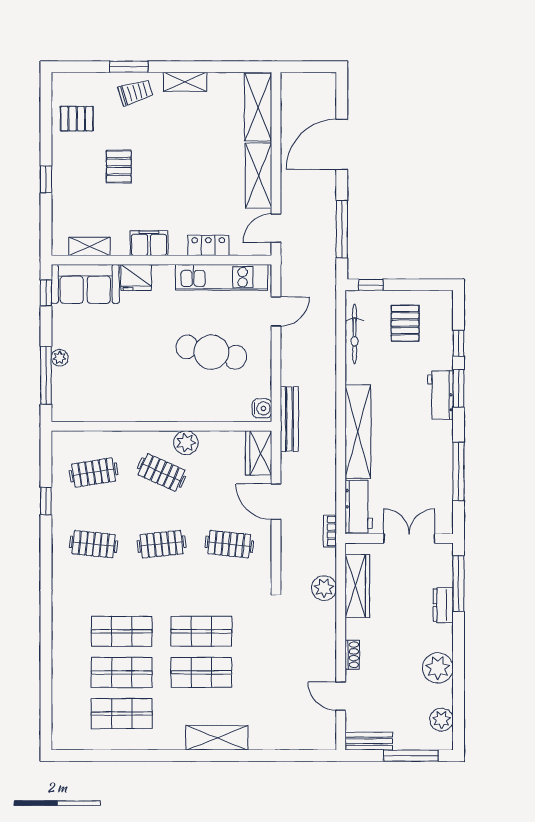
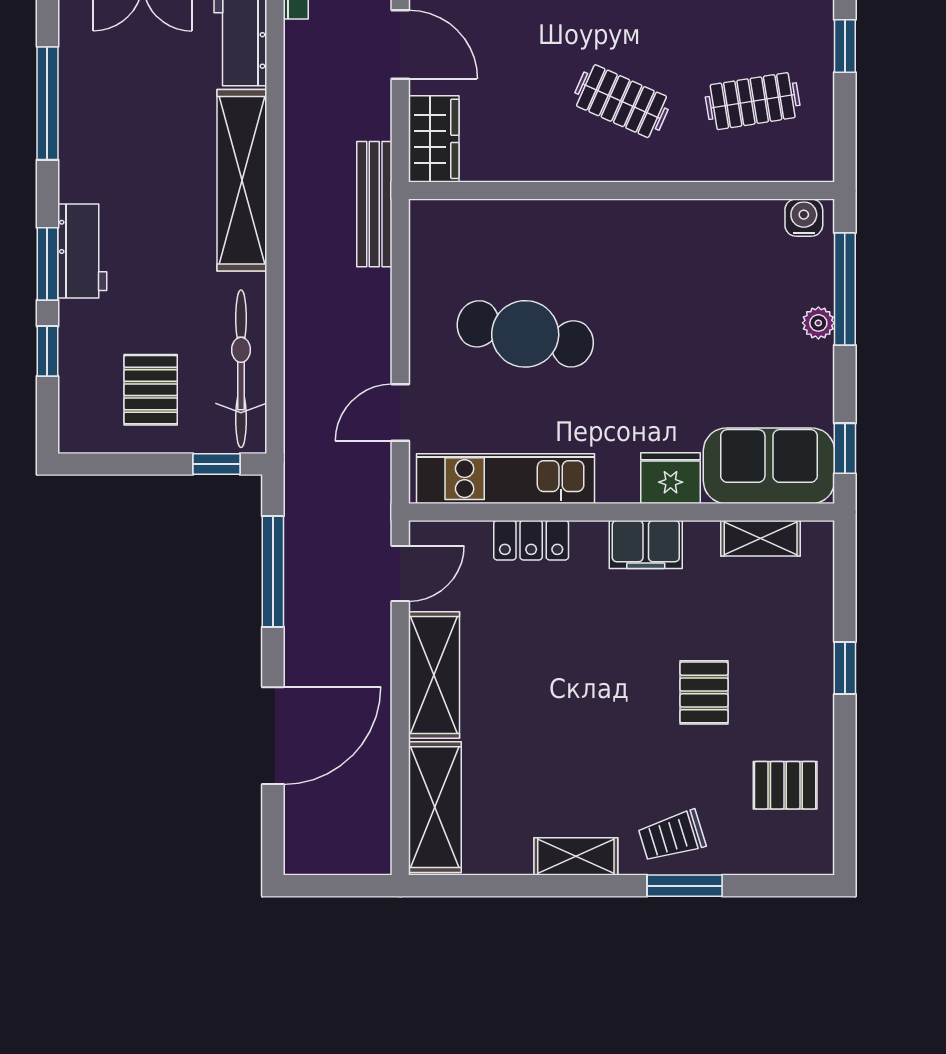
bicycle: (355, 334) -> (241, 369), width x1.37, depth x1.40
water cooler: (262, 408) -> (804, 218), moved, turned 90
plant: (186, 443) -> (574, 159), removed

